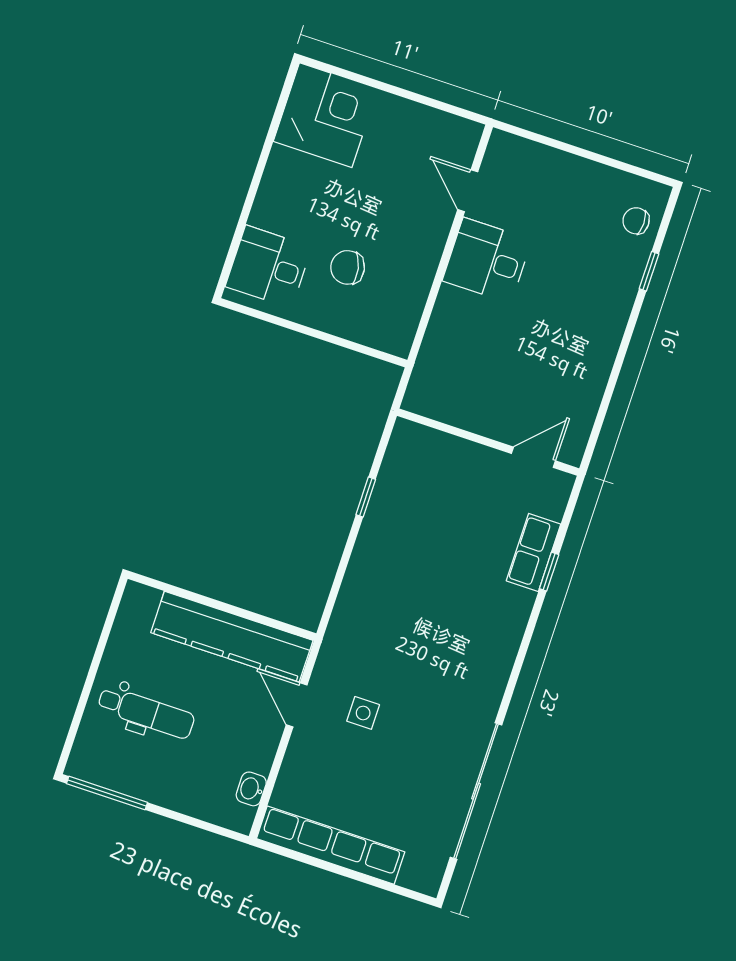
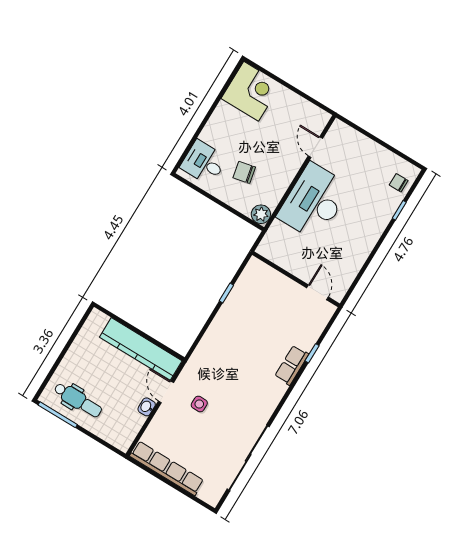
desk: (487, 260) -> (314, 202), width x1.87, depth x1.30
plant: (396, 337) -> (261, 214), added
door: (533, 457) -> (318, 292), hinge flipped
row of seats: (533, 552) -> (292, 365), moved
dental chair: (146, 712) -> (78, 400), moved
washbasin: (251, 789) -> (147, 407), moved

